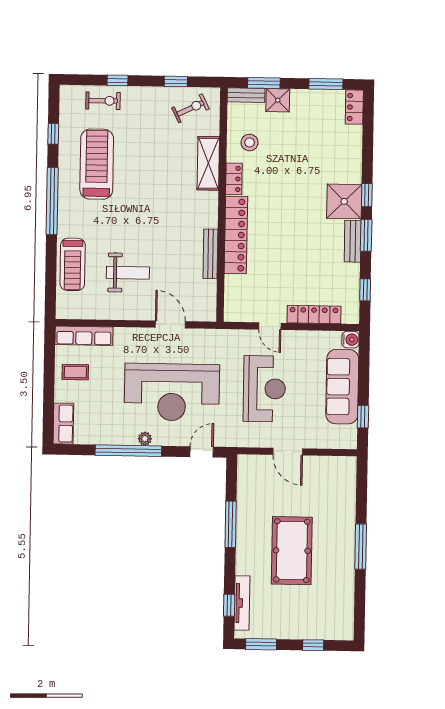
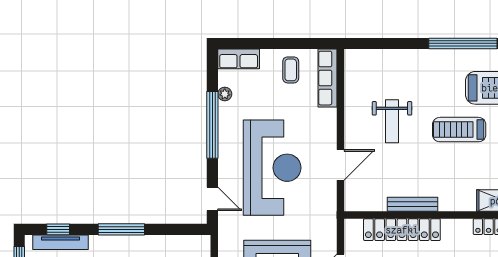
locker: (236, 235) -> (402, 230), moved
treadmill: (73, 264) -> (459, 130), moved
reception desk: (172, 392) -> (272, 168), turned 180
plant: (145, 439) -> (225, 94), moved
window: (231, 524) -> (121, 229), moved

